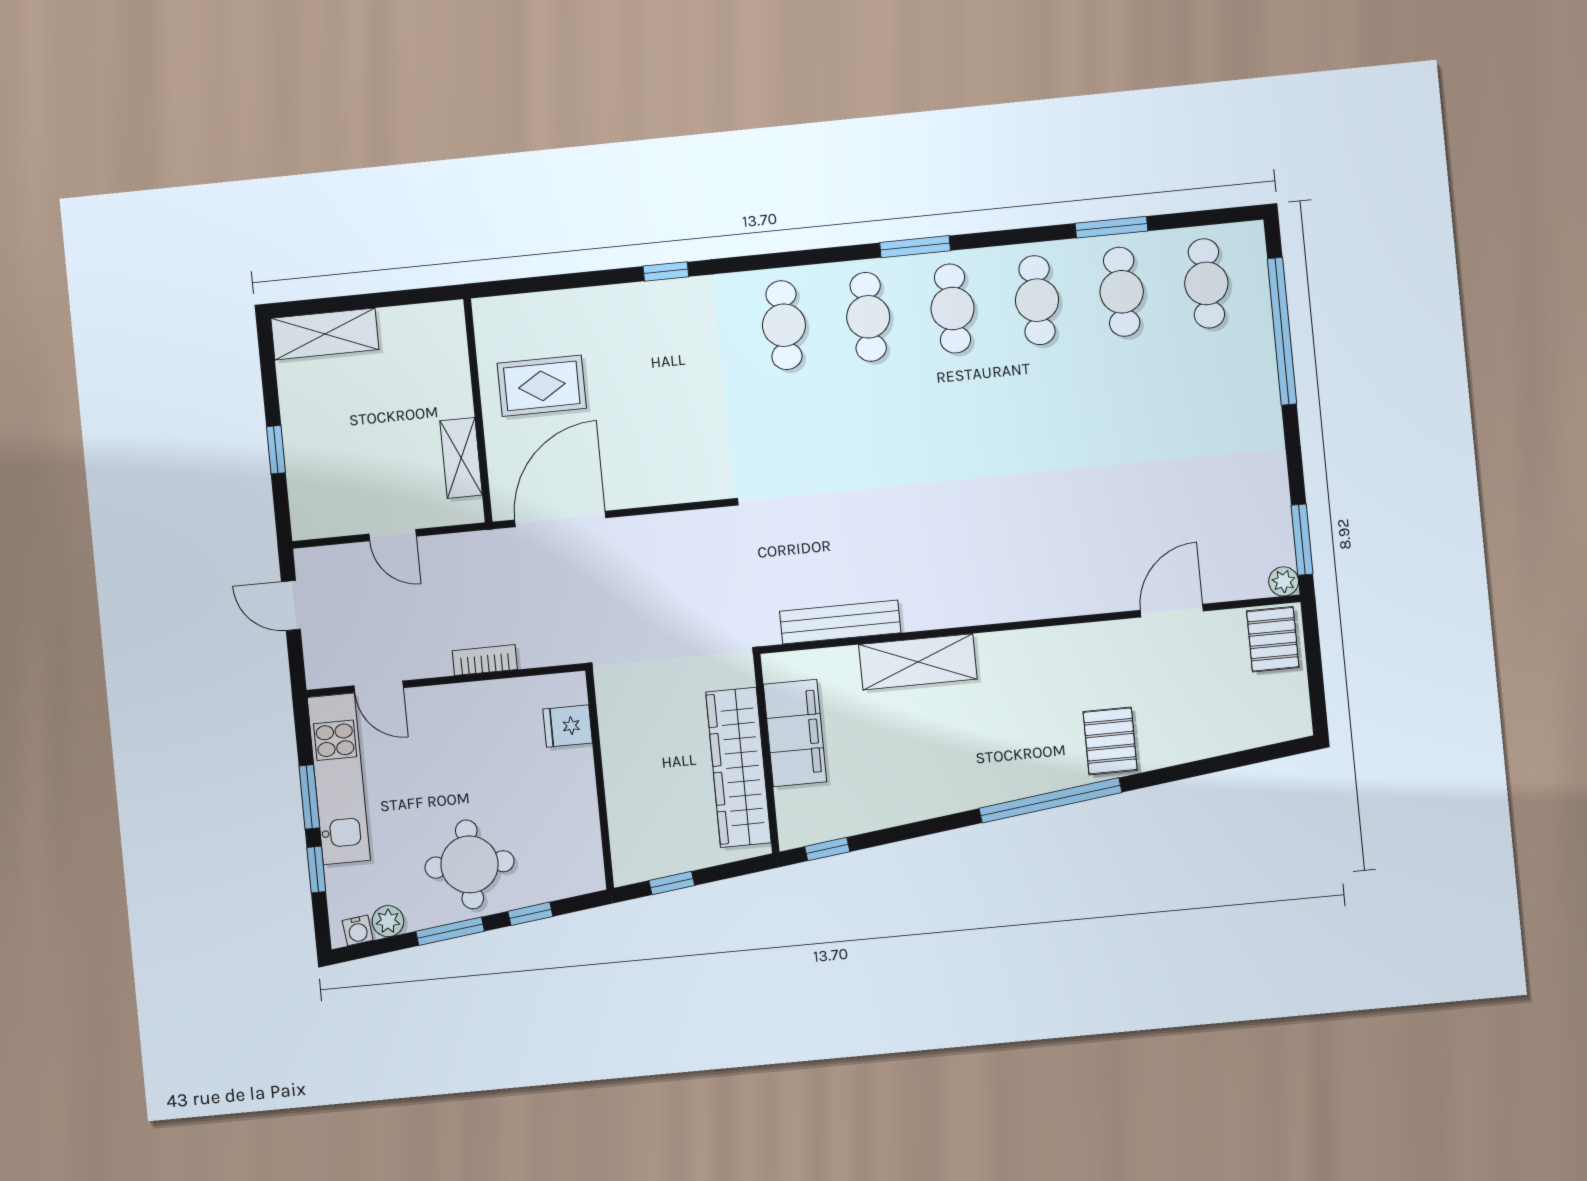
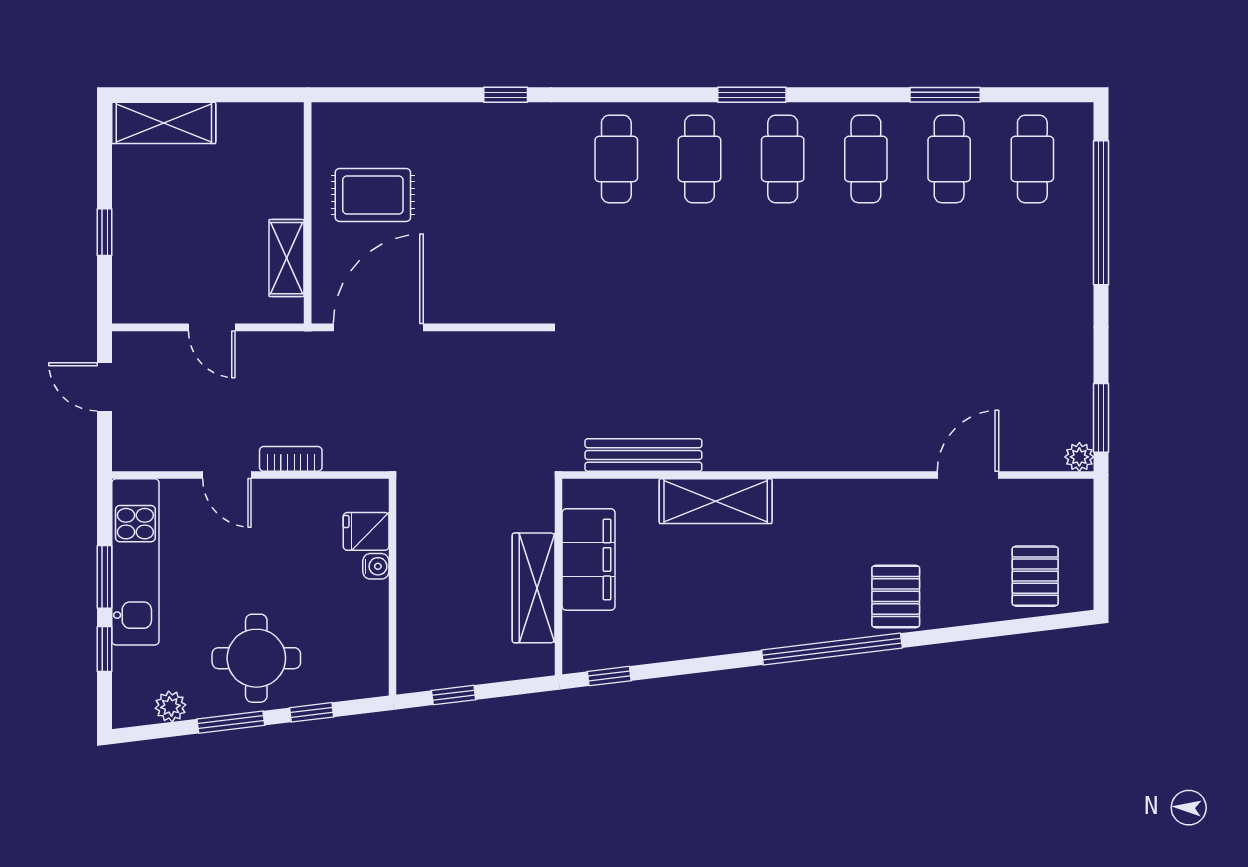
pallet: (1273, 639) -> (1035, 576), moved
door: (379, 687) -> (227, 475), moved
wardrobe: (738, 767) -> (534, 588), width x0.71, depth x0.85
water cooler: (358, 930) -> (376, 566), moved, turned -83

